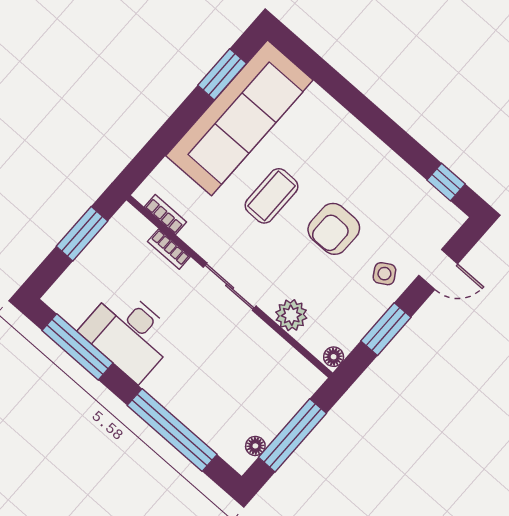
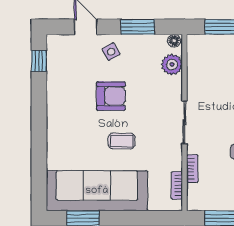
coffee table: (271, 196) -> (122, 141), width x0.73, depth x0.77
plant: (291, 315) -> (172, 65), moved

